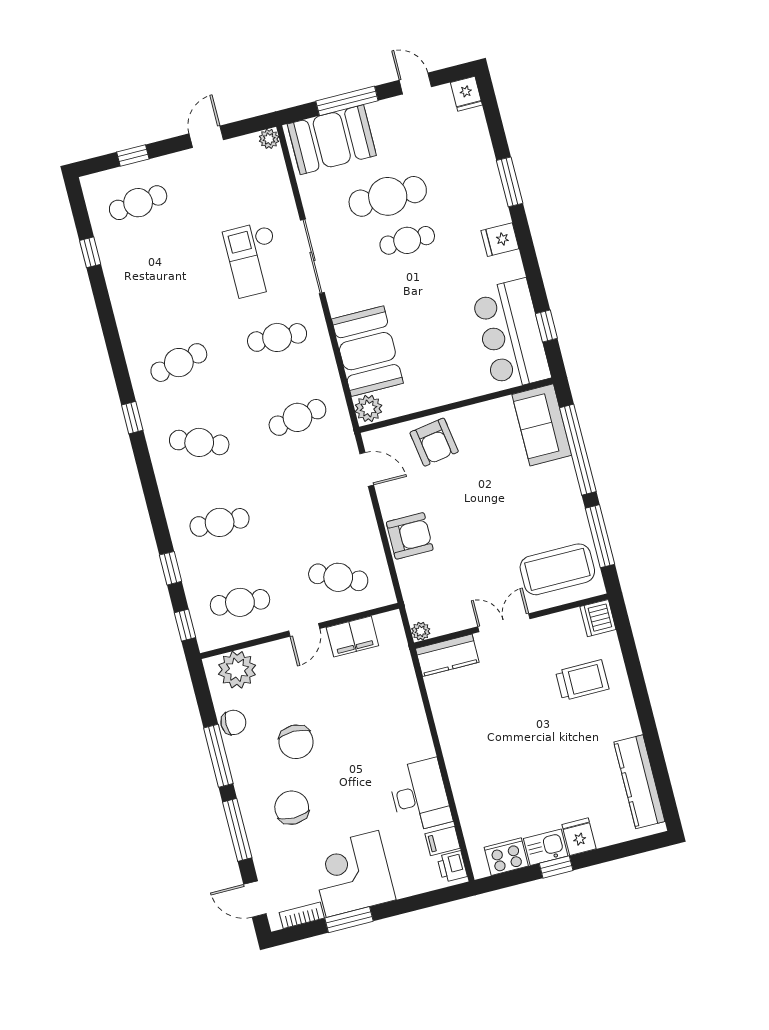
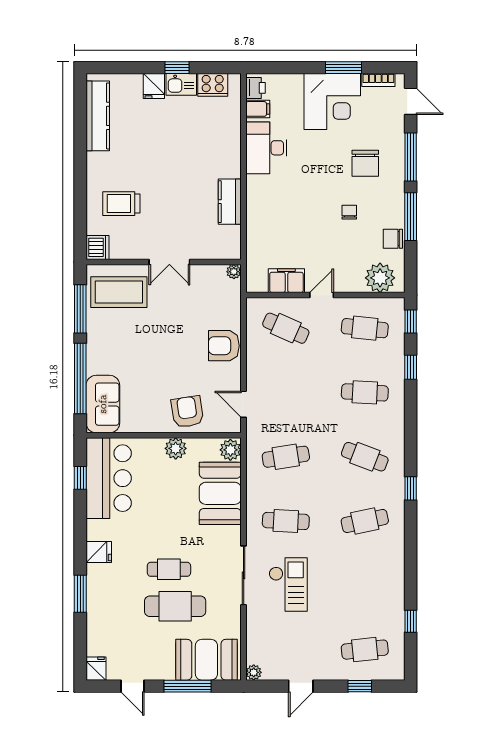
plant: (437, 393) -> (176, 448), added
kitchen counter: (447, 655) -> (230, 202), moved, turned -90
chair: (296, 742) -> (349, 212), width x0.54, depth x0.54

